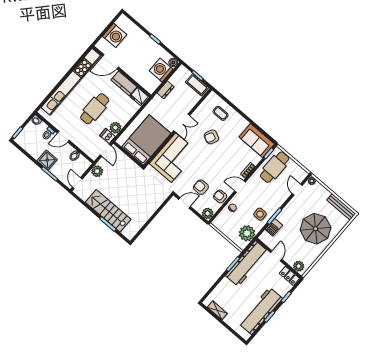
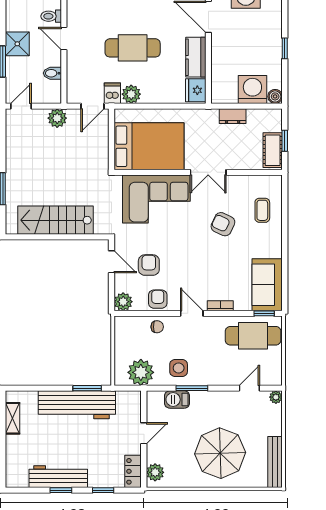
stairs: (108, 211) -> (56, 220), moved, turned -90
workbench: (247, 264) -> (77, 405), moved
workbench: (261, 311) -> (58, 477), width x0.73, depth x0.76

